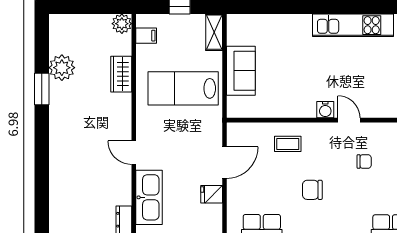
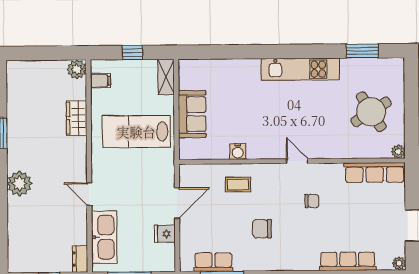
plant: (62, 68) -> (20, 183), moved
water cooler: (325, 110) -> (238, 151), moved

